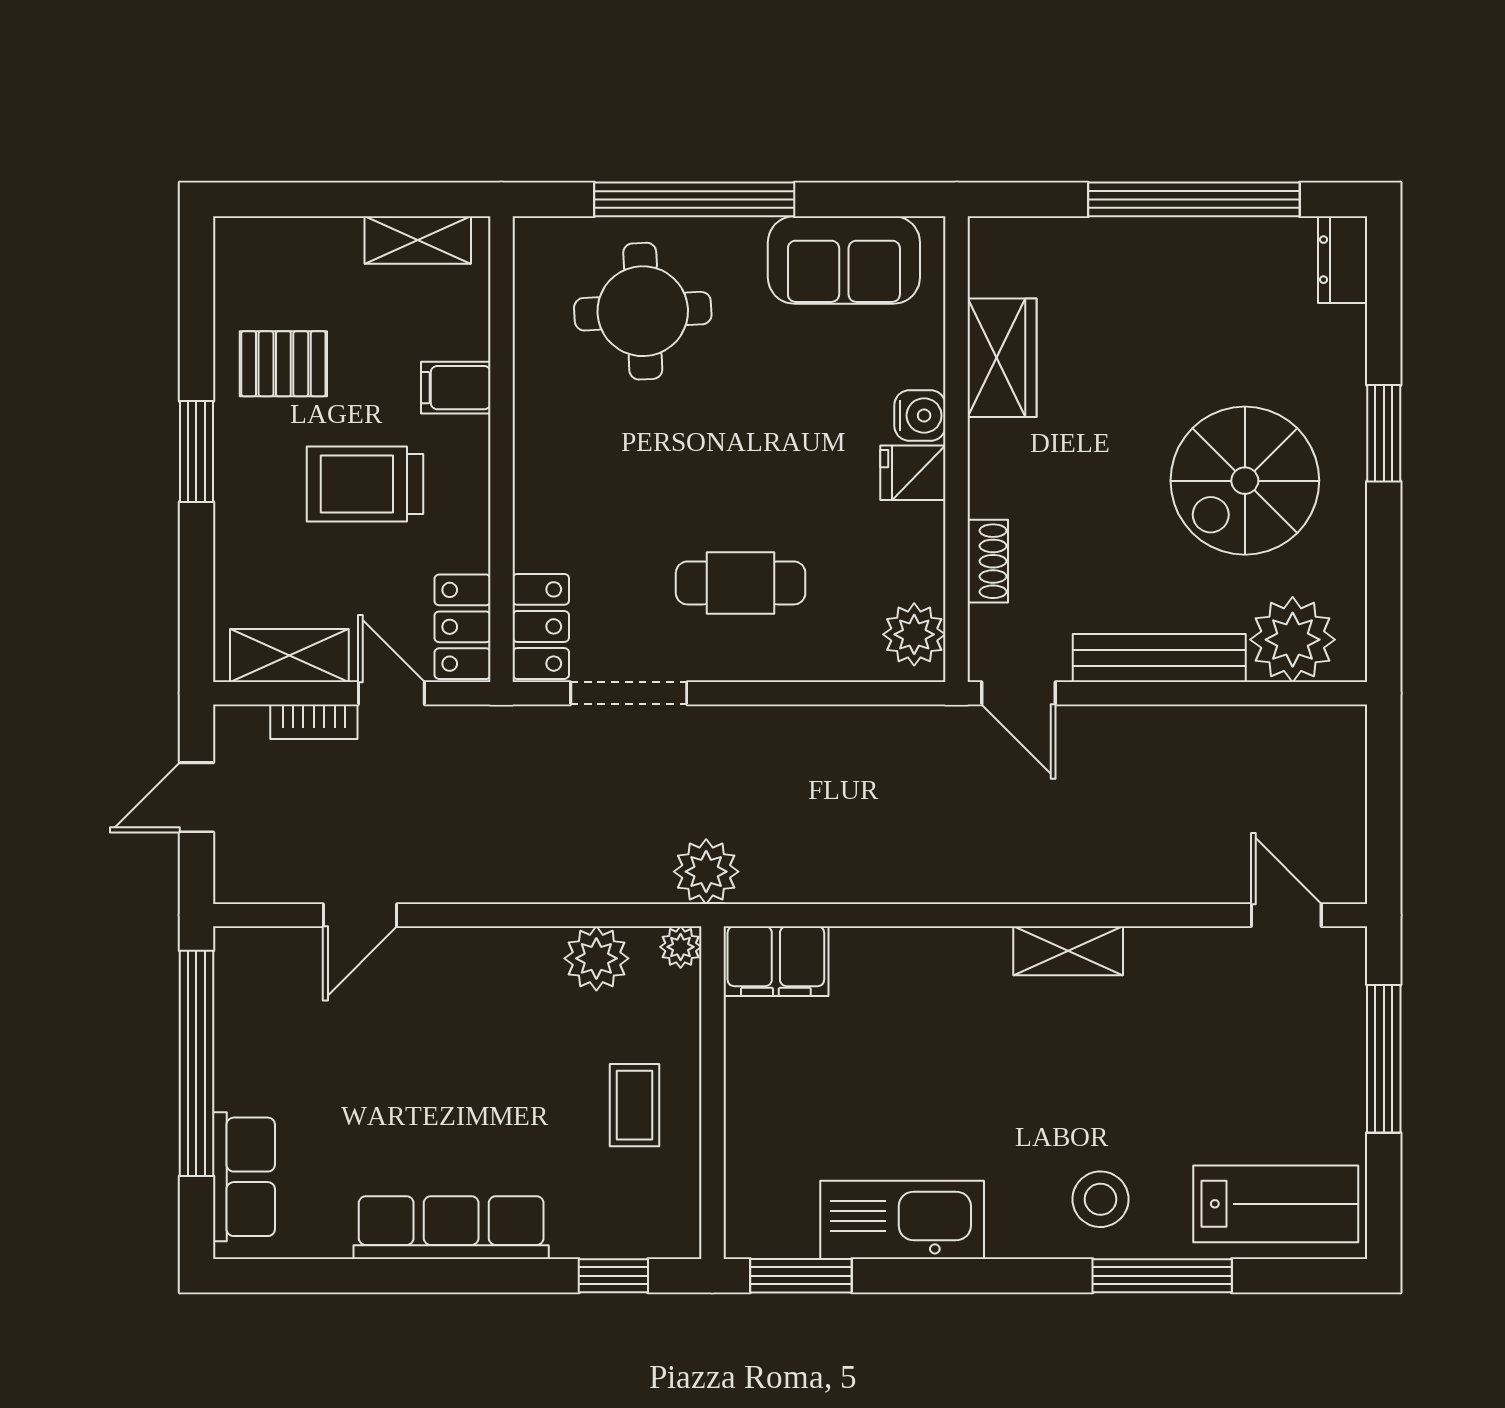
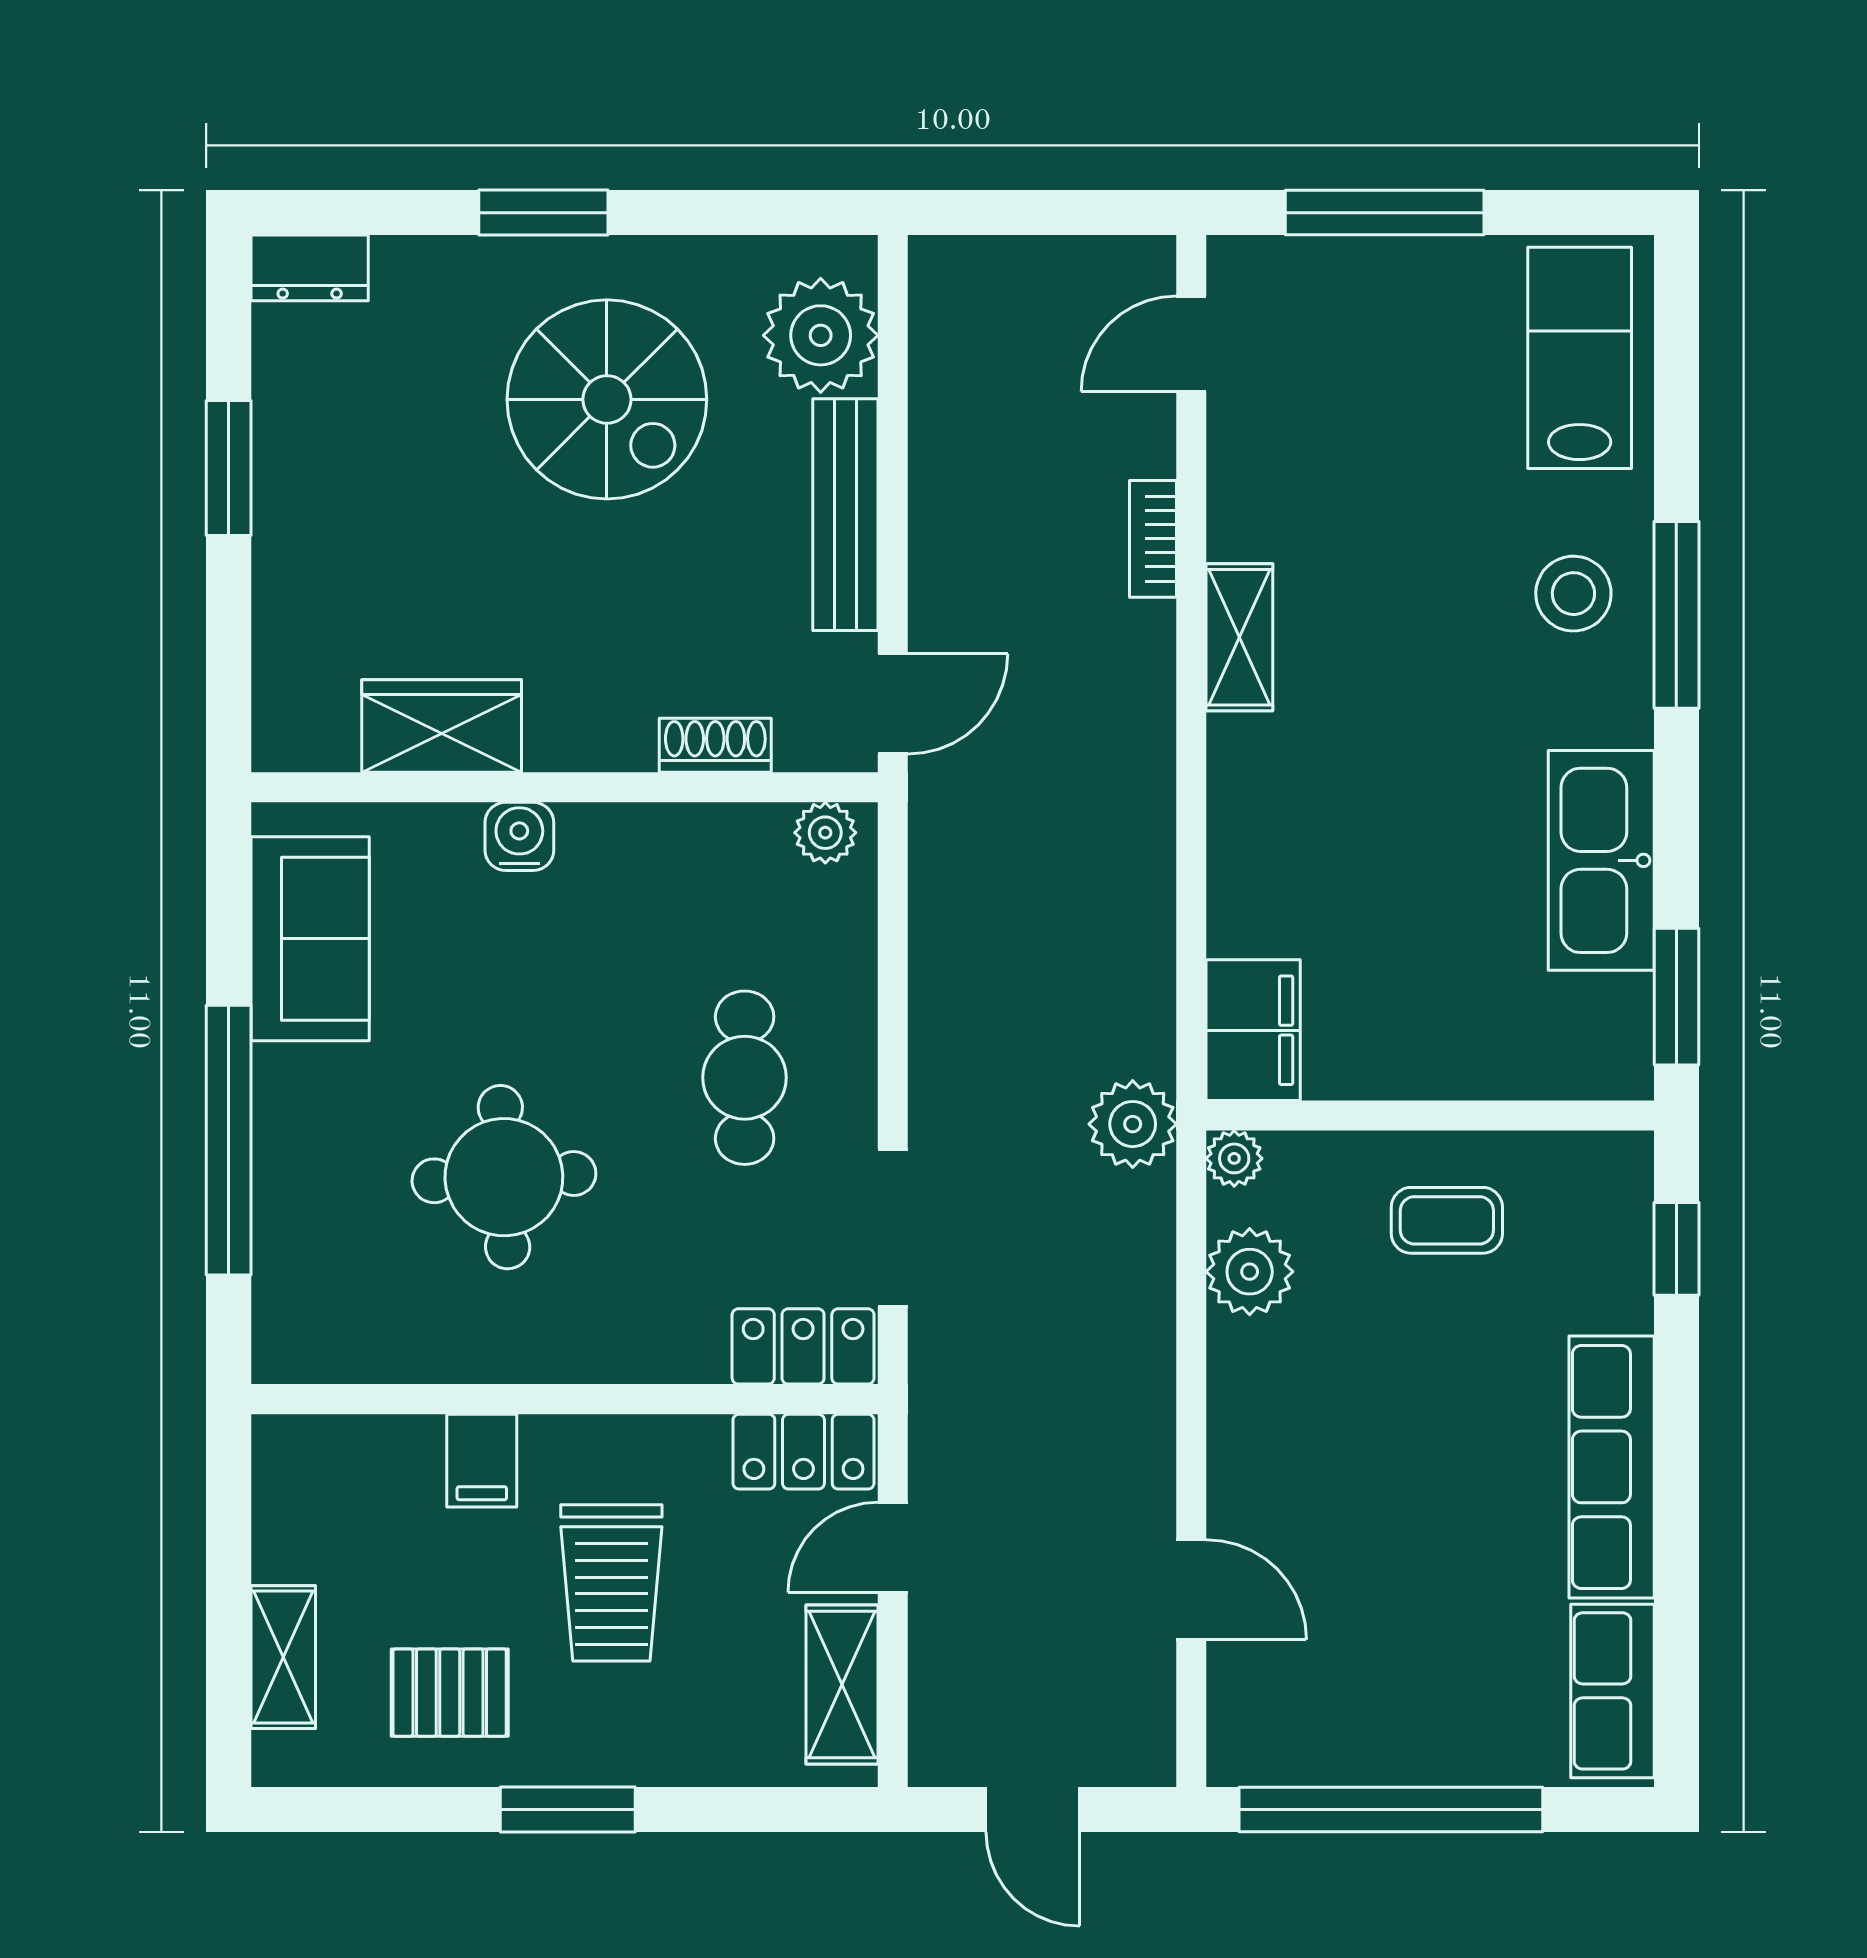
window: (1194, 199) -> (229, 468), width x0.47
shelving: (418, 240) -> (283, 1657), moved
round table: (643, 311) -> (504, 1177), moved
pallet: (283, 364) -> (450, 1693), turned 90
fridge: (913, 473) -> (596, 846), removed
plant: (914, 634) -> (825, 833), width x0.73, depth x0.73
bookcase: (314, 722) -> (1153, 539), moved, turned 180
row of seats: (244, 1177) -> (1612, 1691), moved, turned -90
window: (1162, 1276) -> (1676, 615), moved

